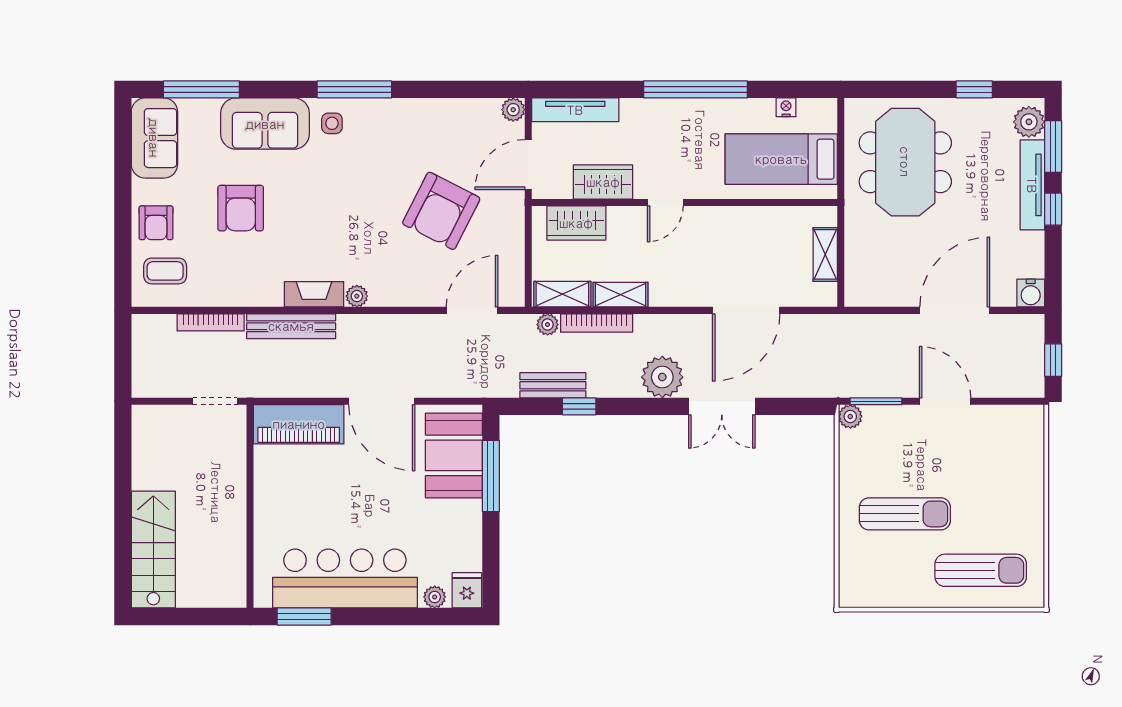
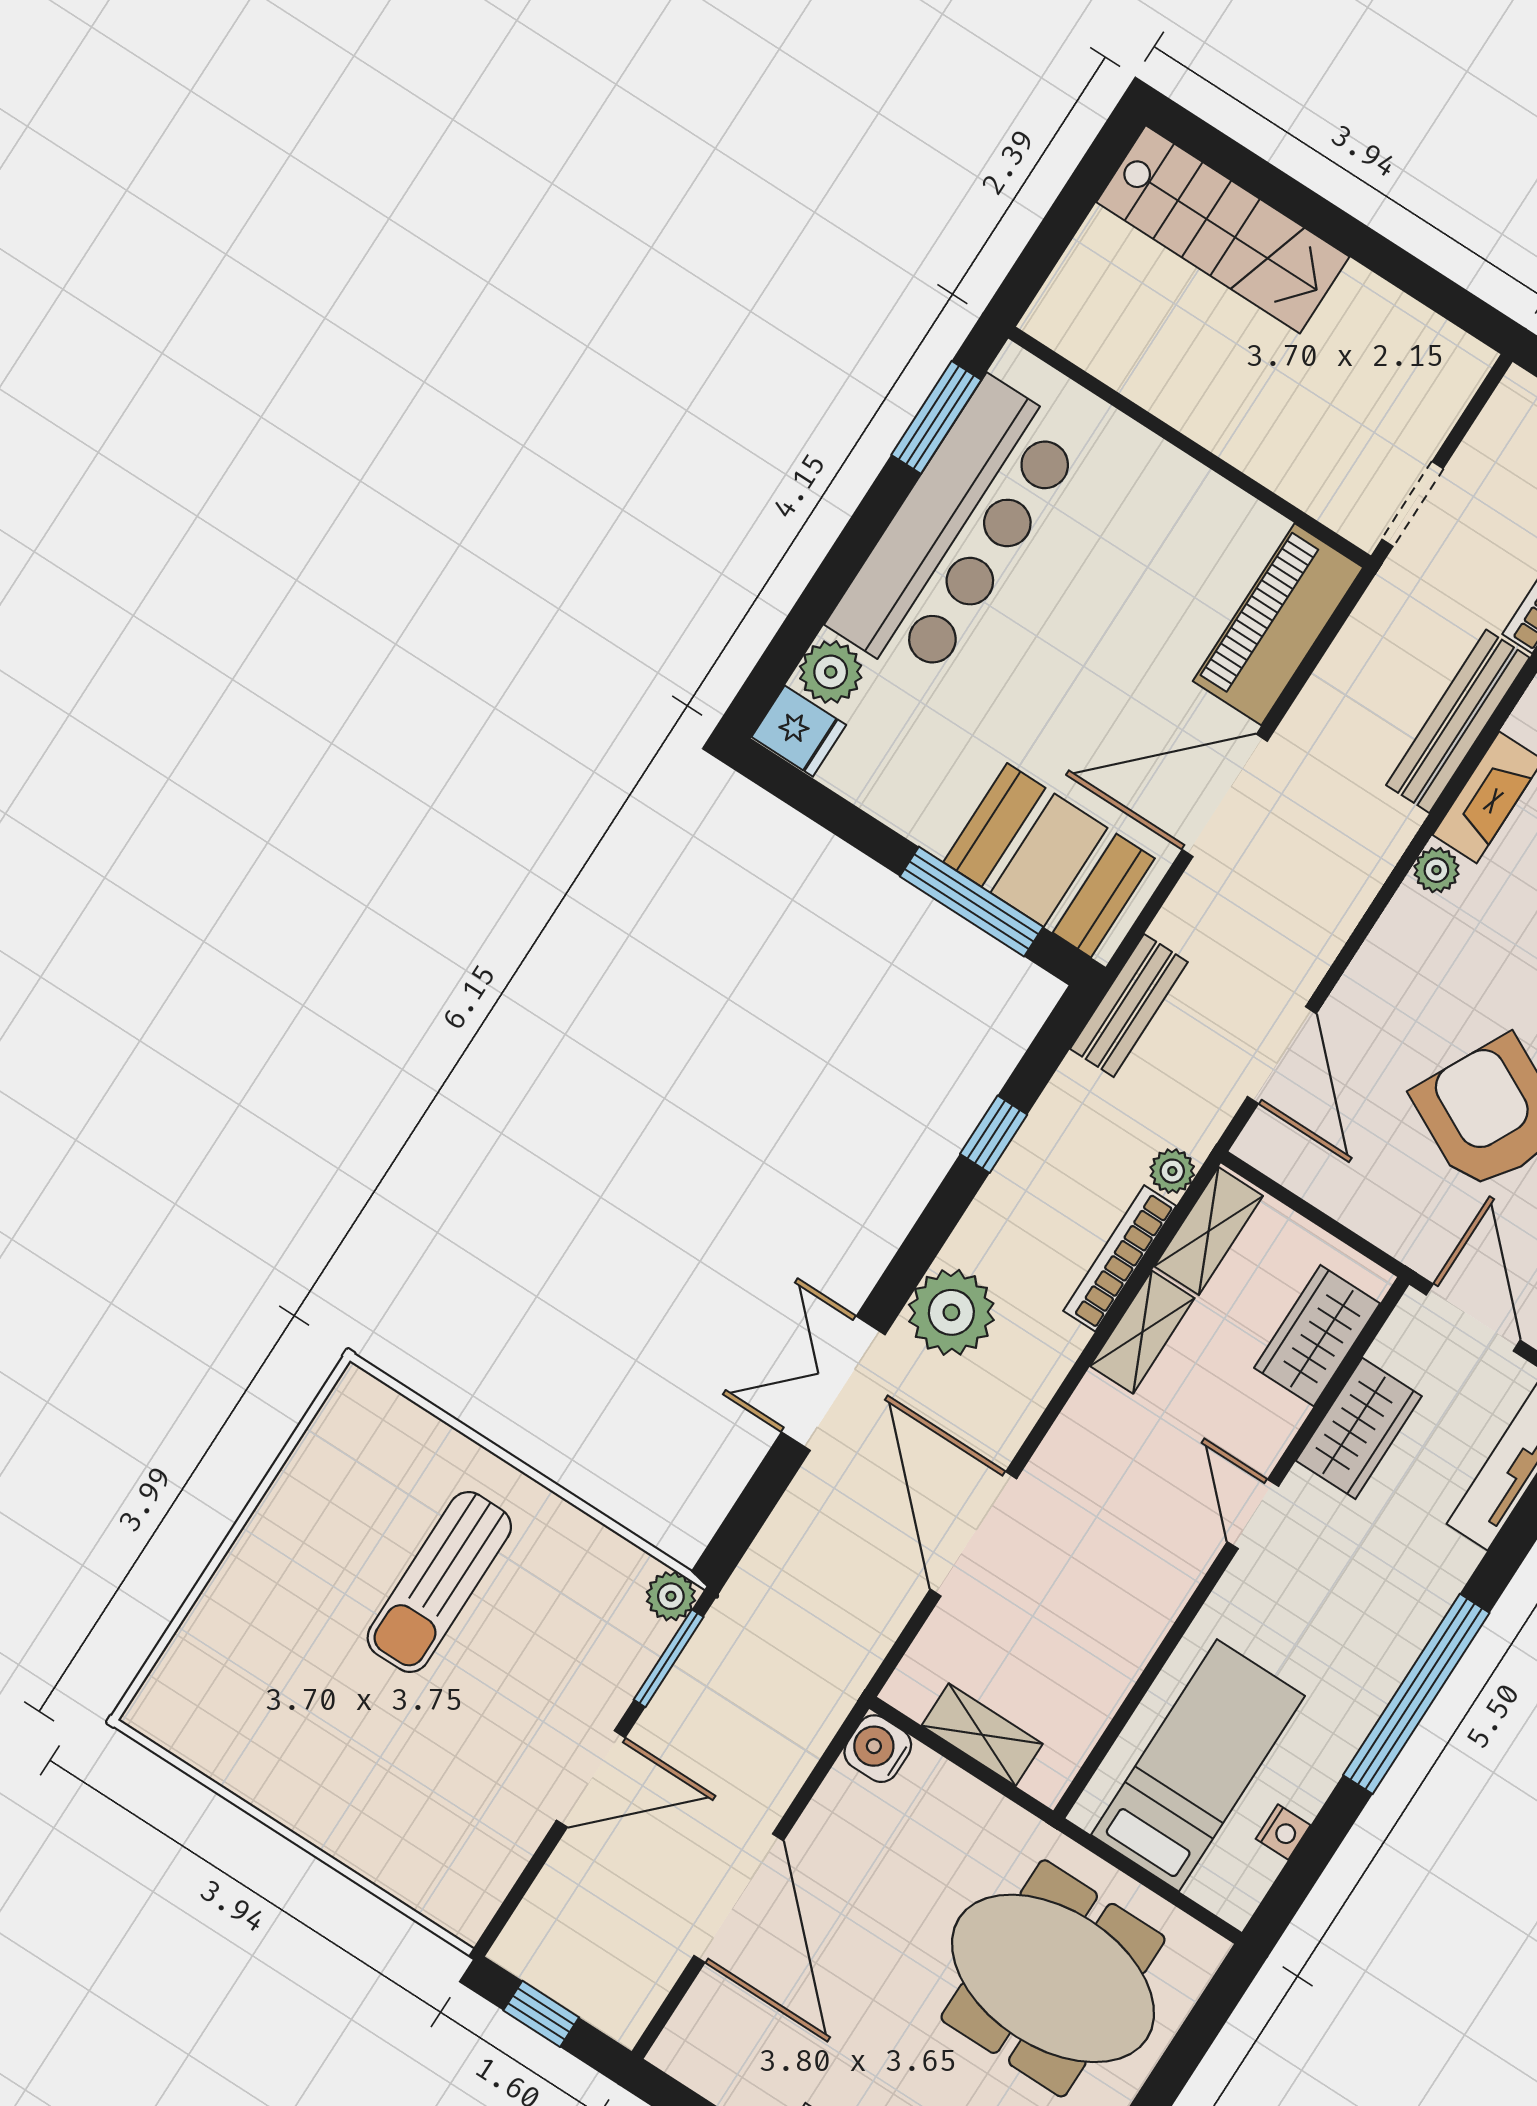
water cooler: (1031, 293) -> (878, 1749), moved
bench: (553, 385) -> (1129, 1005), moved
sun lounger: (981, 570) -> (255, 1651), removed
plant: (435, 597) -> (831, 672), width x1.38, depth x1.38

